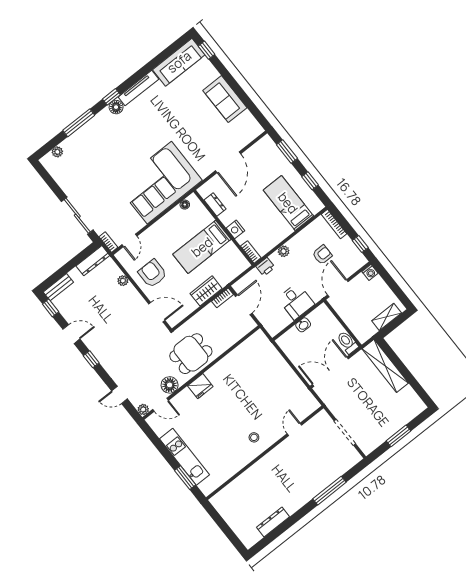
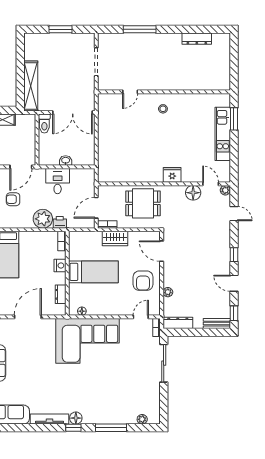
plant: (284, 251) -> (43, 219), width x1.88, depth x1.88
dining table: (191, 354) -> (143, 203), moved

